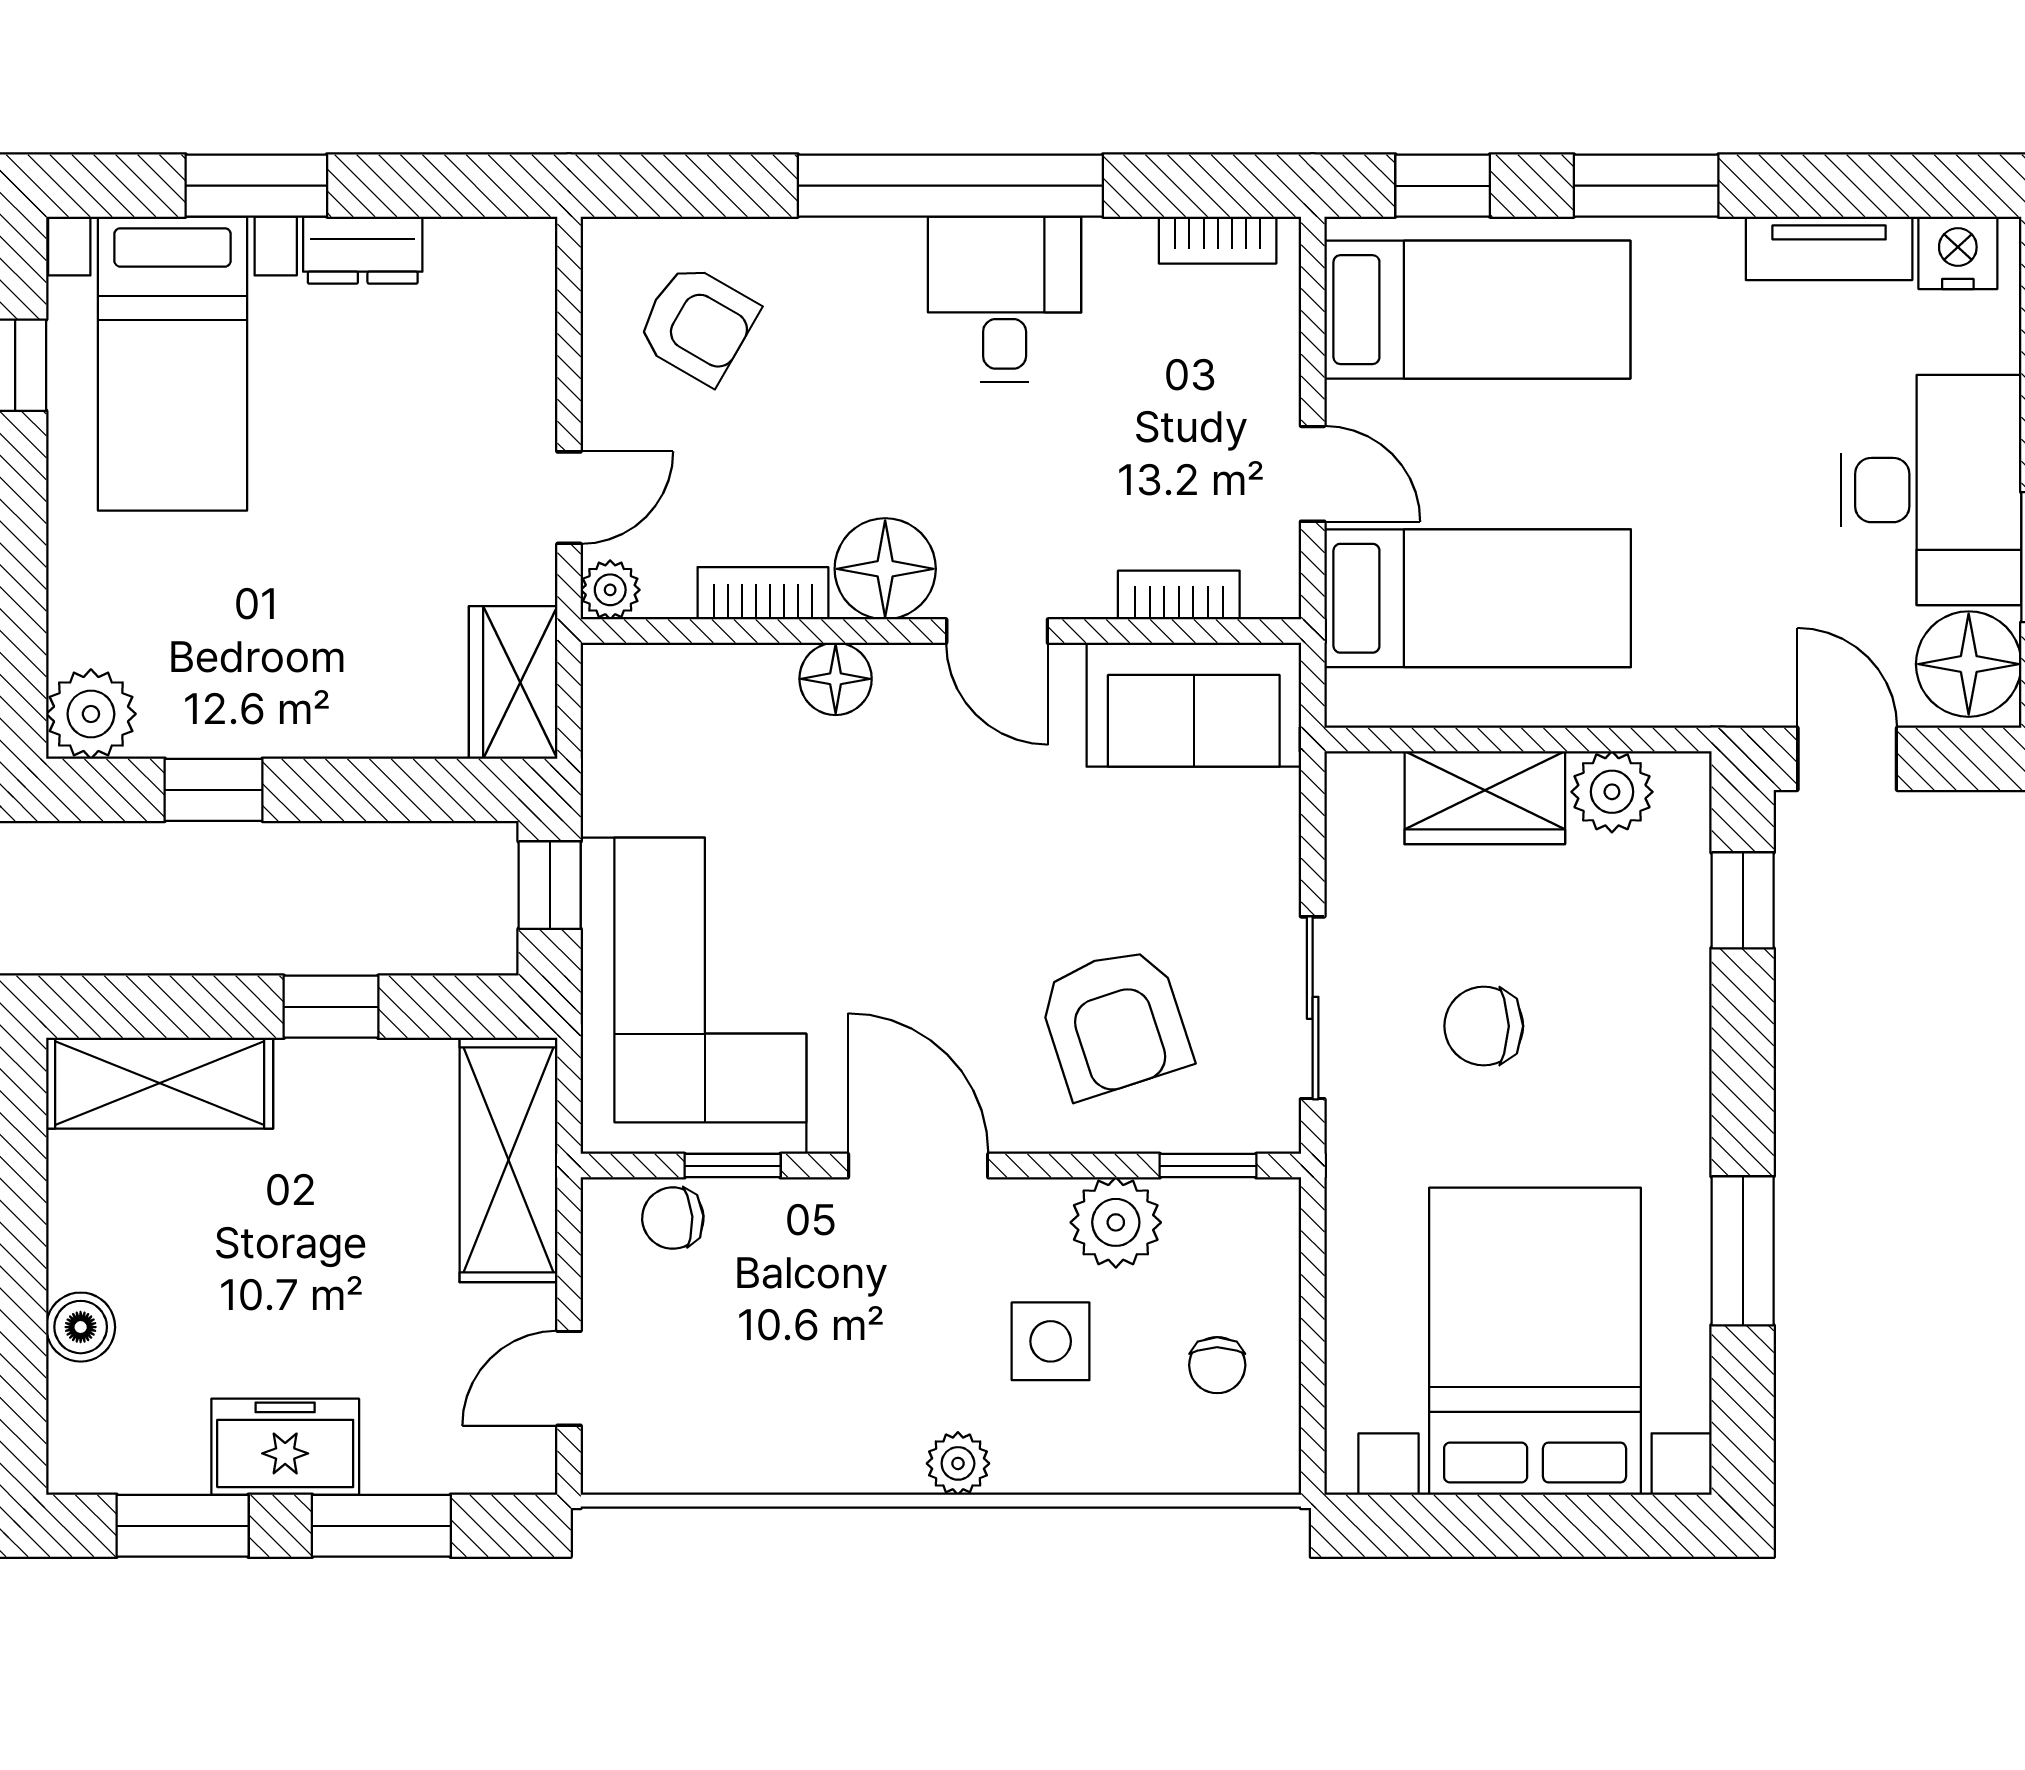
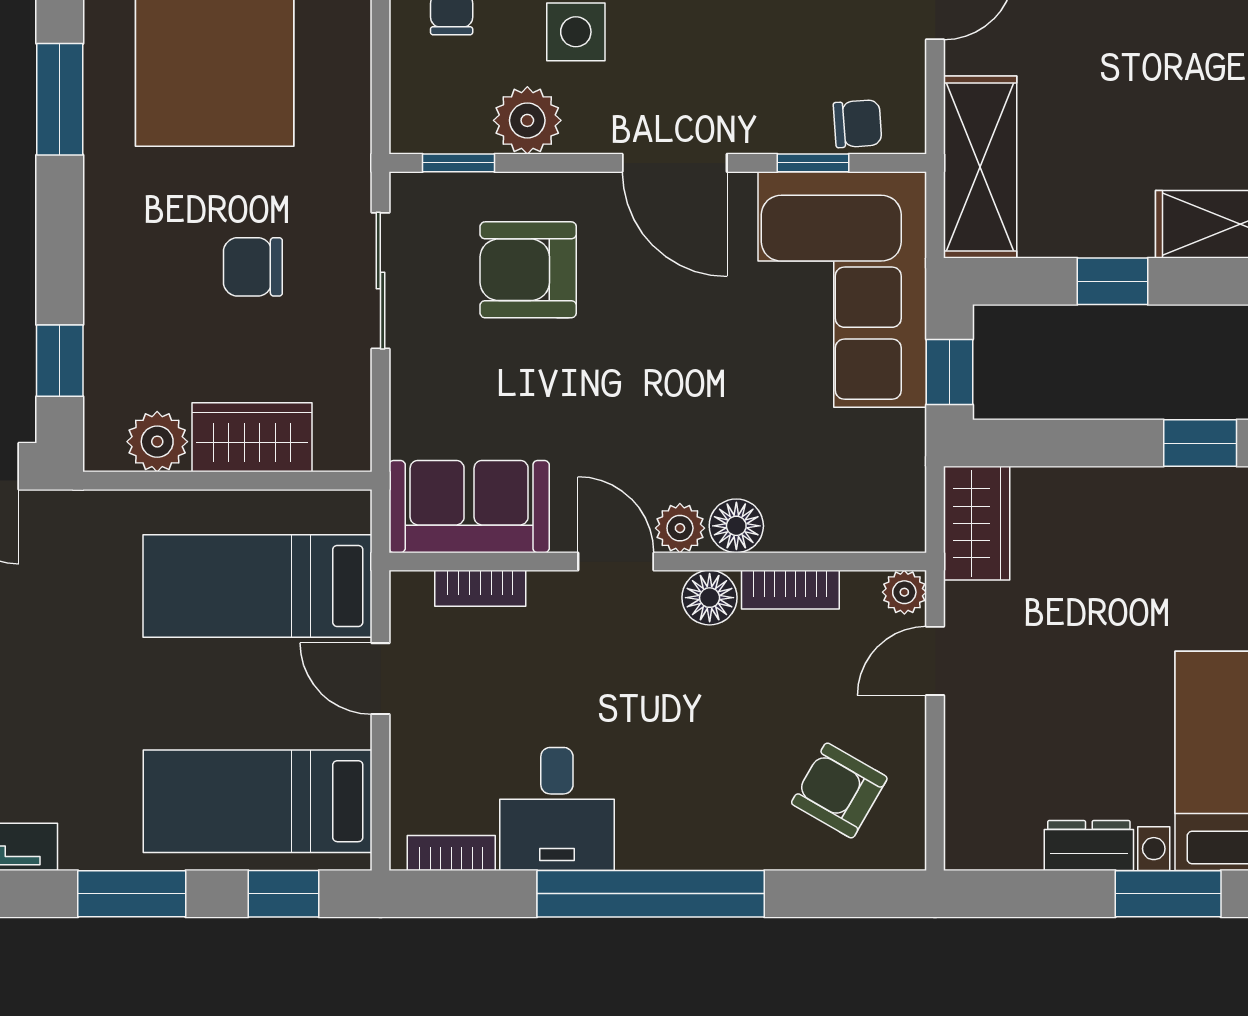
desk: (1005, 299) -> (557, 809), moved
floor lamp: (885, 569) -> (710, 598), width x0.73, depth x0.73
plant: (911, 676) -> (680, 528), added
armchair: (1115, 1022) -> (528, 270), turned -72
chair: (1484, 1026) -> (253, 267), turned 180

